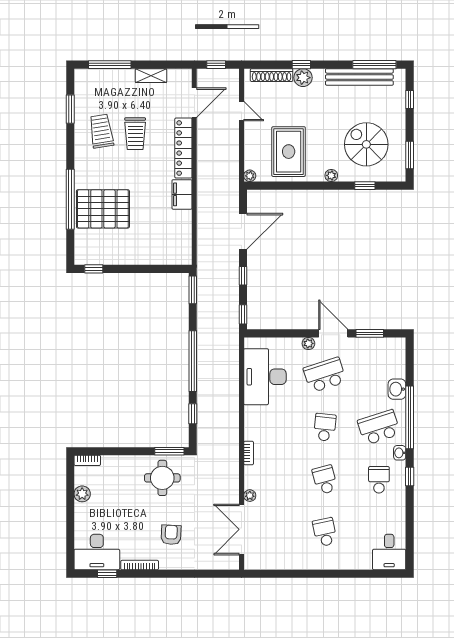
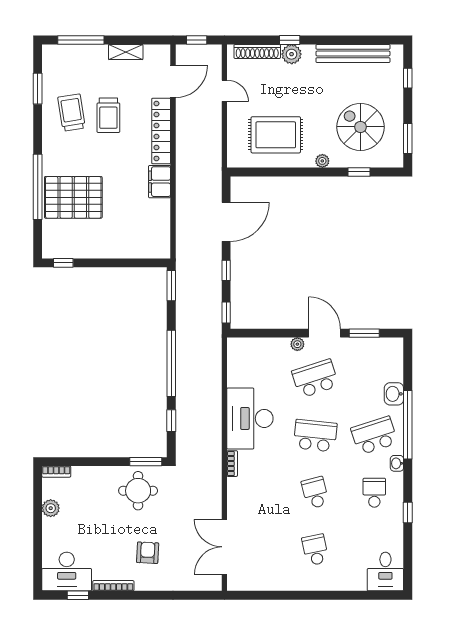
window: (374, 65) -> (369, 40), removed
rug: (289, 152) -> (276, 135), turned 90
plant: (250, 176) -> (233, 161), removed
desk: (265, 377) -> (250, 418), moved
school desk: (325, 427) -> (315, 436), width x1.85
window: (410, 476) -> (408, 512), moved
plant: (250, 496) -> (233, 510), removed

